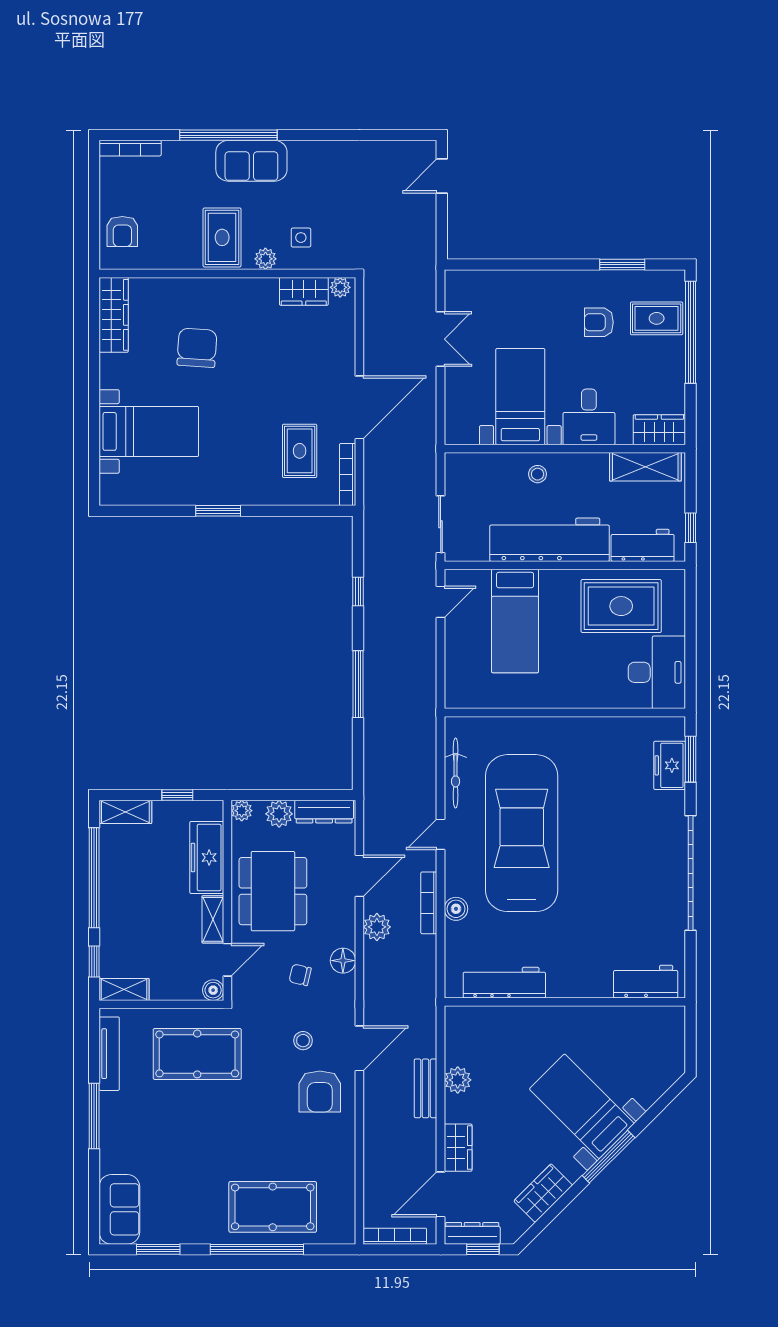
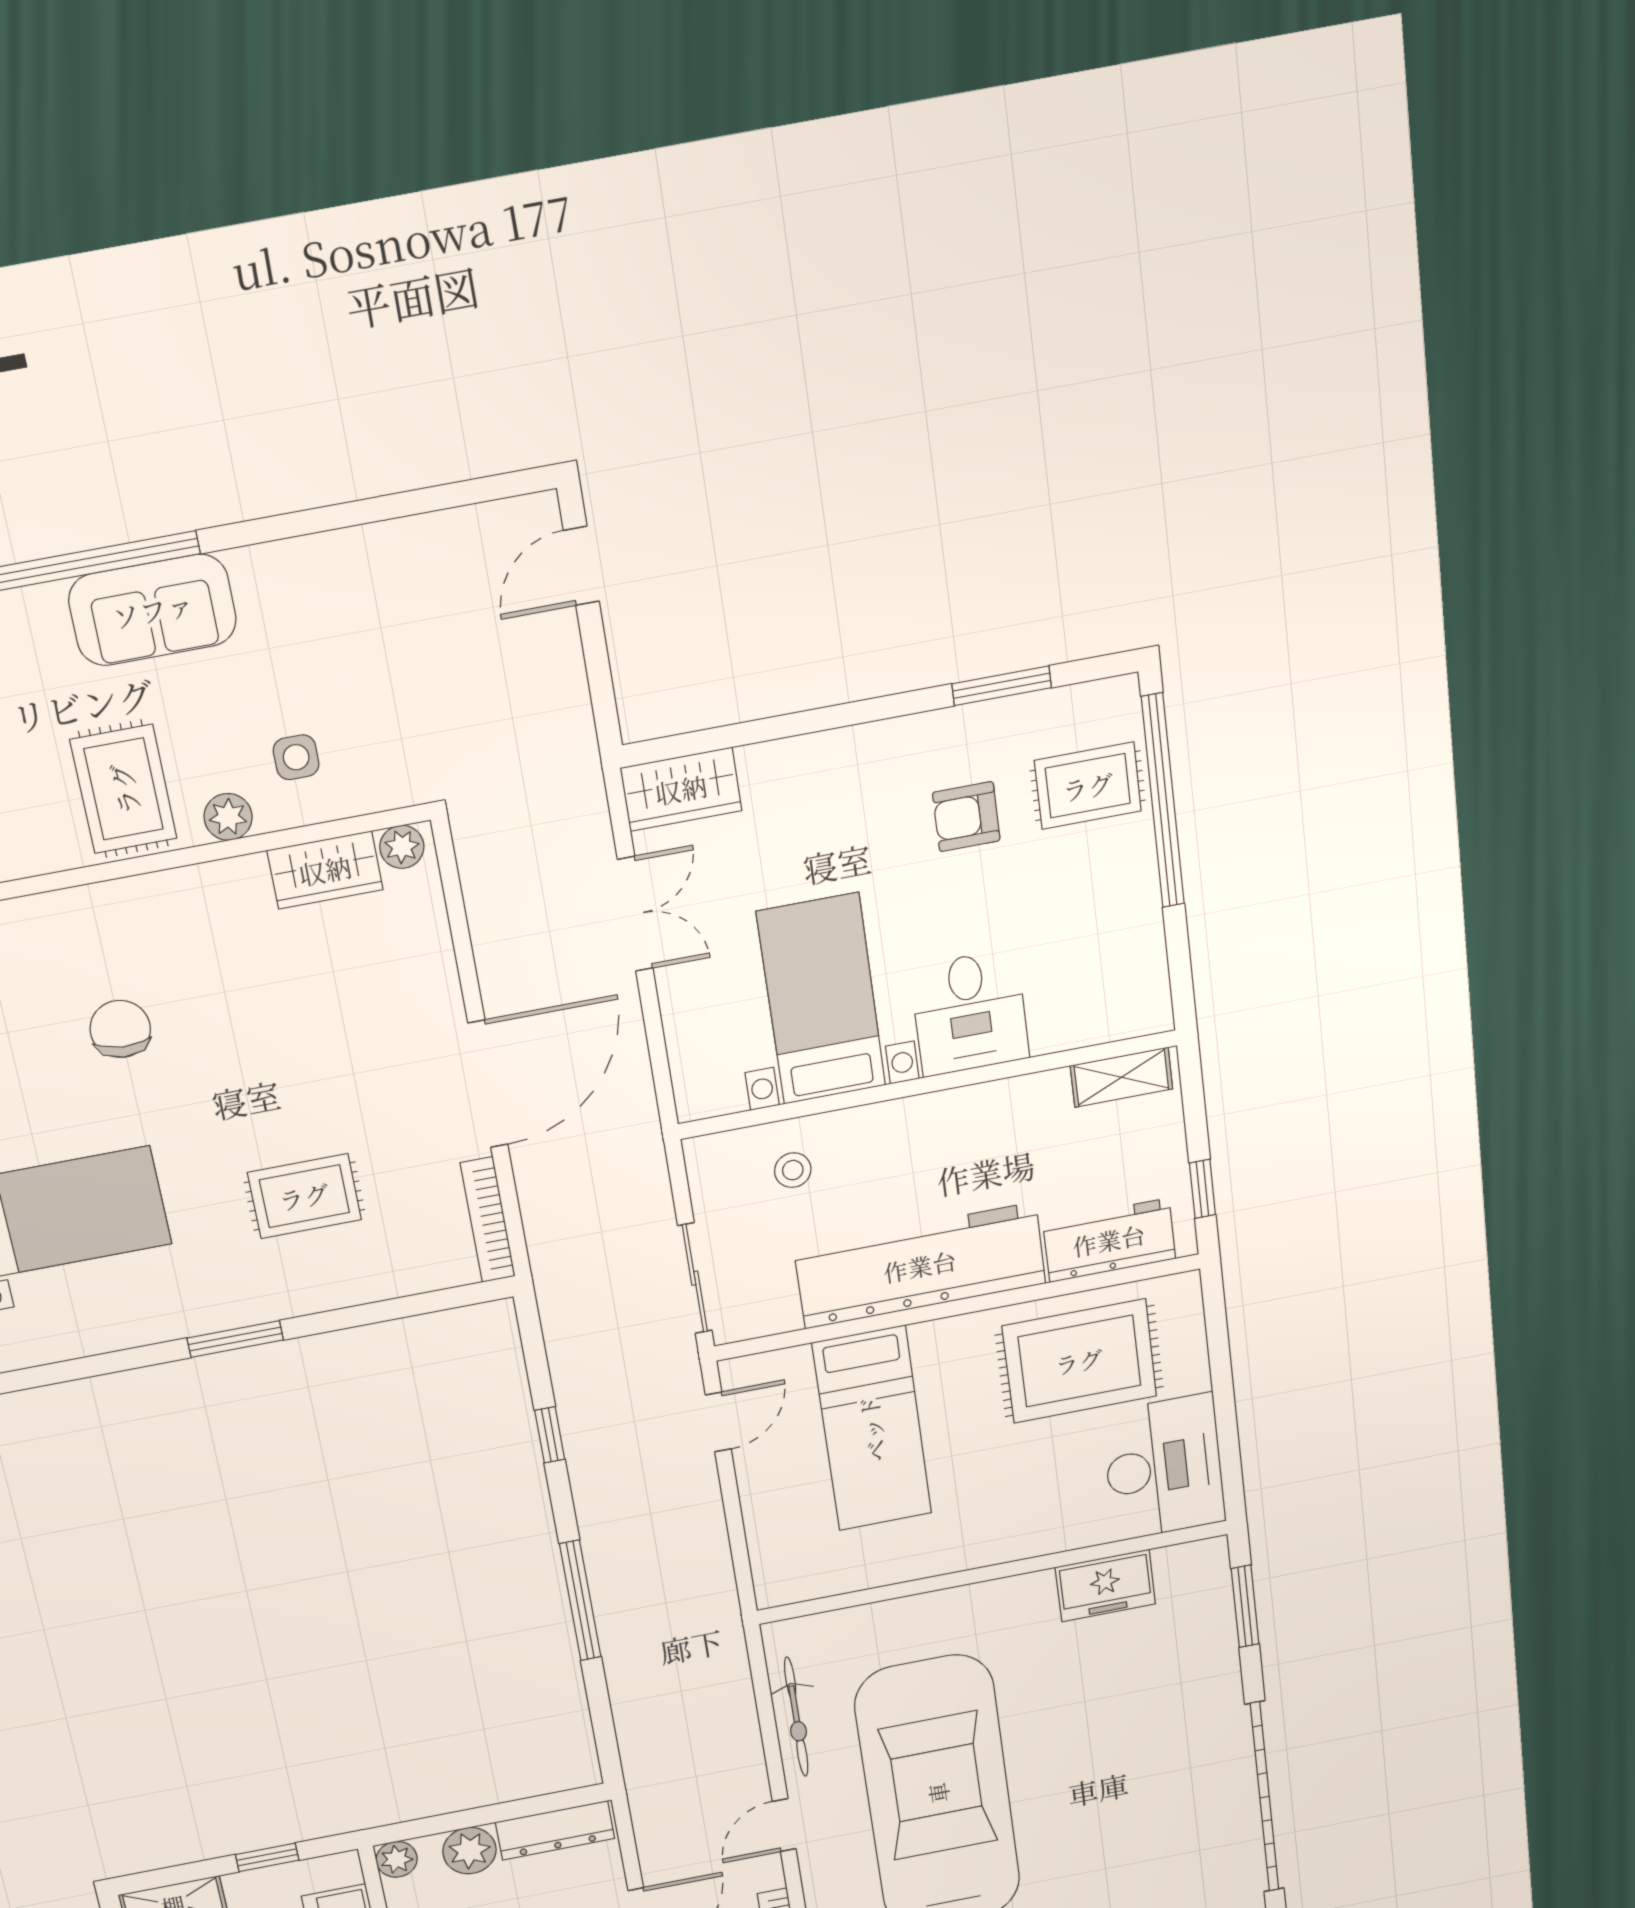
chair: (197, 348) -> (120, 1029), width x0.73, depth x0.73
wardrobe: (659, 430) -> (681, 789), moved, turned 180
rug: (300, 451) -> (304, 1196), moved, turned 90
shelving: (645, 467) -> (1121, 1077), width x0.67, depth x0.75
stool: (538, 474) -> (793, 1170), moved
freezer: (670, 765) -> (1105, 1586), moved, turned -90

